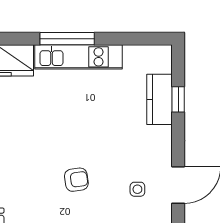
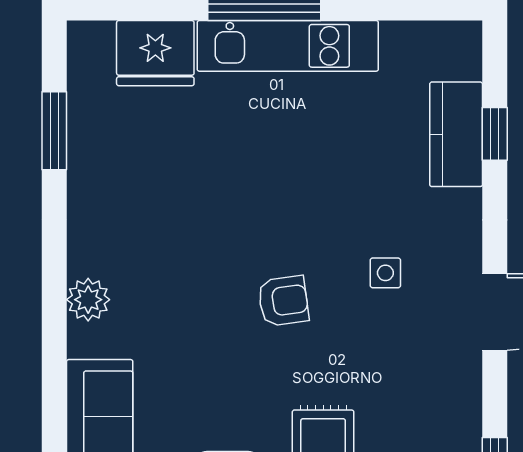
side table: (137, 189) -> (385, 273), moved

